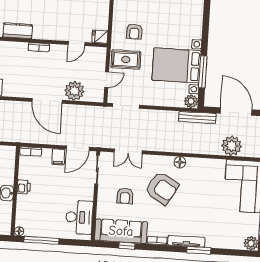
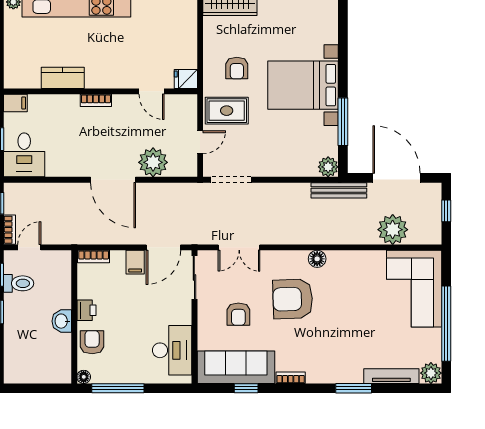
door: (76, 44) -> (152, 91), hinge flipped
bed with nightstands: (176, 65) -> (303, 85), moved
armchair: (162, 188) -> (293, 299), turned 148
armchair: (26, 208) -> (92, 342), added
tv unit: (186, 241) -> (391, 376), moved

